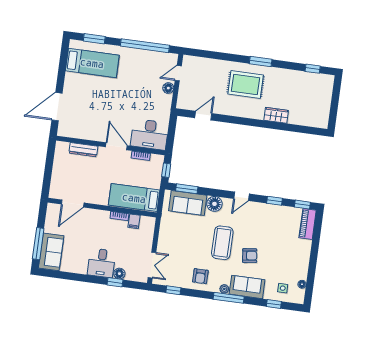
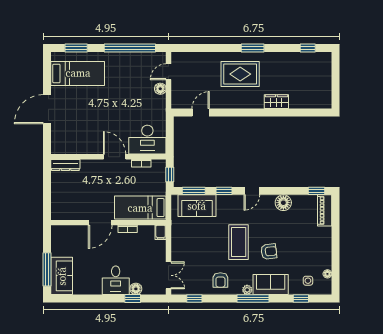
door: (57, 107) -> (47, 109), moved
dresser: (83, 150) -> (65, 165), moved
window: (275, 201) -> (224, 191), moved
door: (73, 204) -> (100, 223), moved
floor lamp: (214, 204) -> (283, 203), moved
filing cabinet: (134, 221) -> (161, 232), moved

